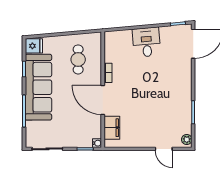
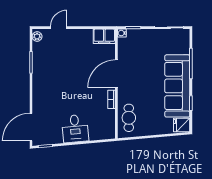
cafe table: (78, 59) -> (129, 118), moved
door: (103, 100) -> (116, 74), swing flipped
filing cabinet: (112, 128) -> (104, 36), moved, turned -90
door: (164, 149) -> (59, 28), hinge flipped

